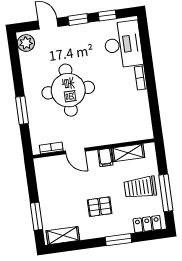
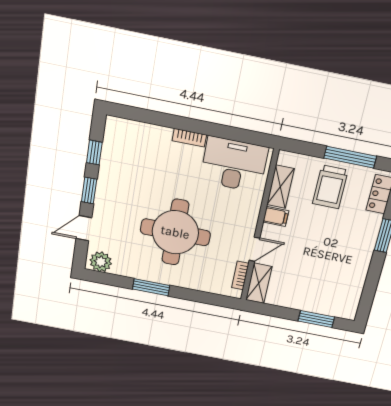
desk: (123, 44) -> (234, 164), moved
window: (22, 110) -> (151, 287), moved
pallet: (100, 207) -> (334, 244), removed
shelving: (63, 236) -> (259, 283), moved

